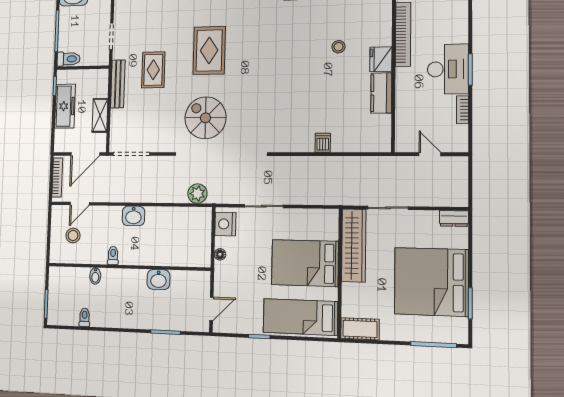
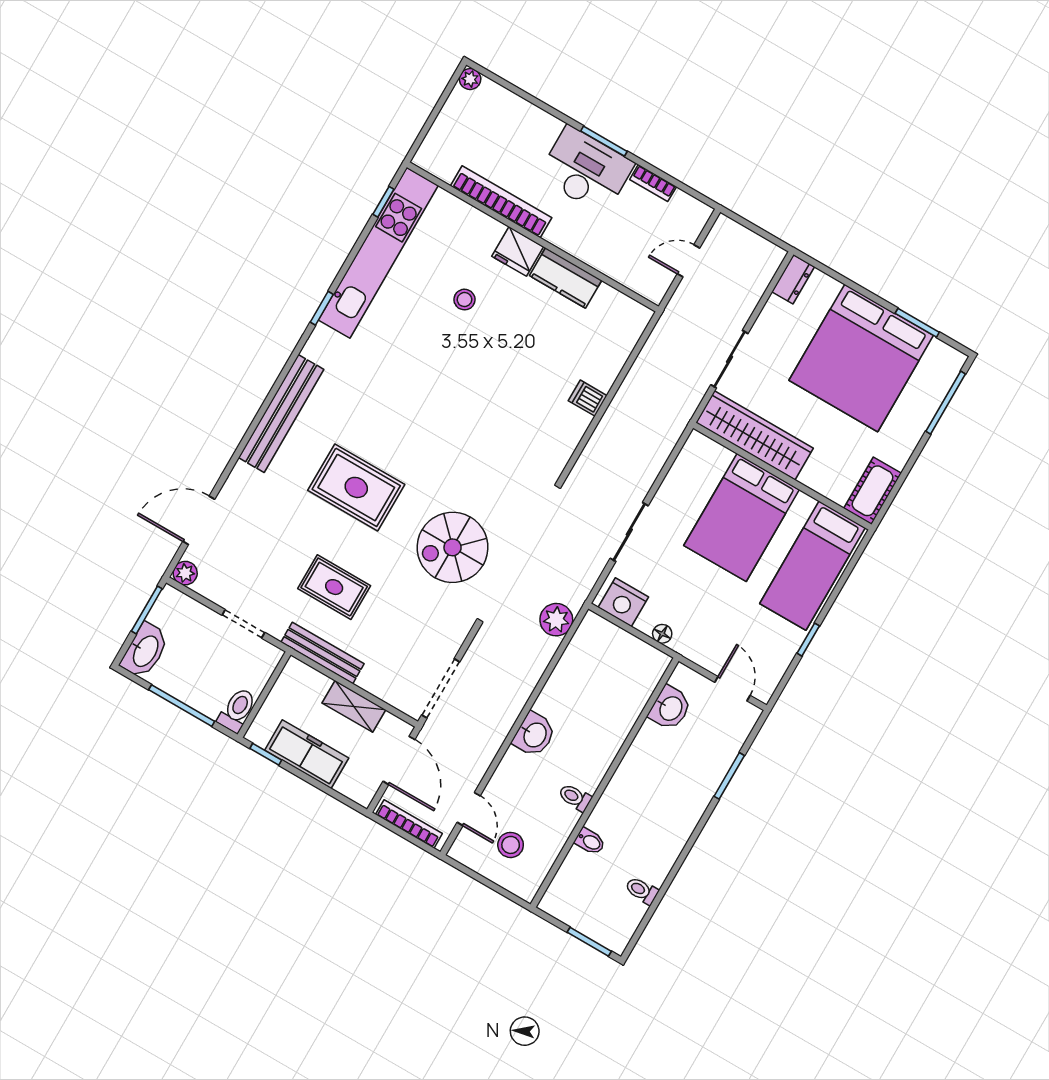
washbasin: (158, 280) -> (670, 708), moved

